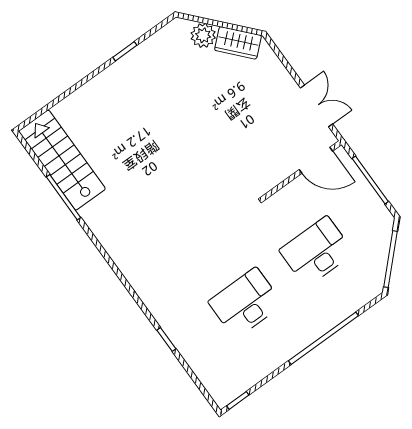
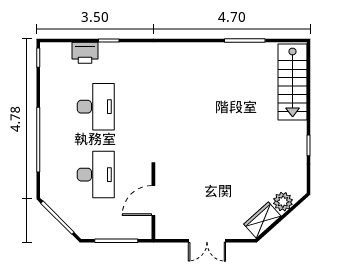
double door: (317, 106) -> (207, 241), moved
stairs: (62, 160) -> (293, 82), moved, turned 90
door: (316, 160) -> (153, 200), moved
printer: (197, 355) -> (85, 53), added

